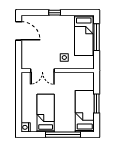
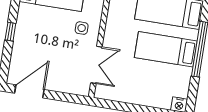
bed: (46, 113) -> (166, 49), moved

